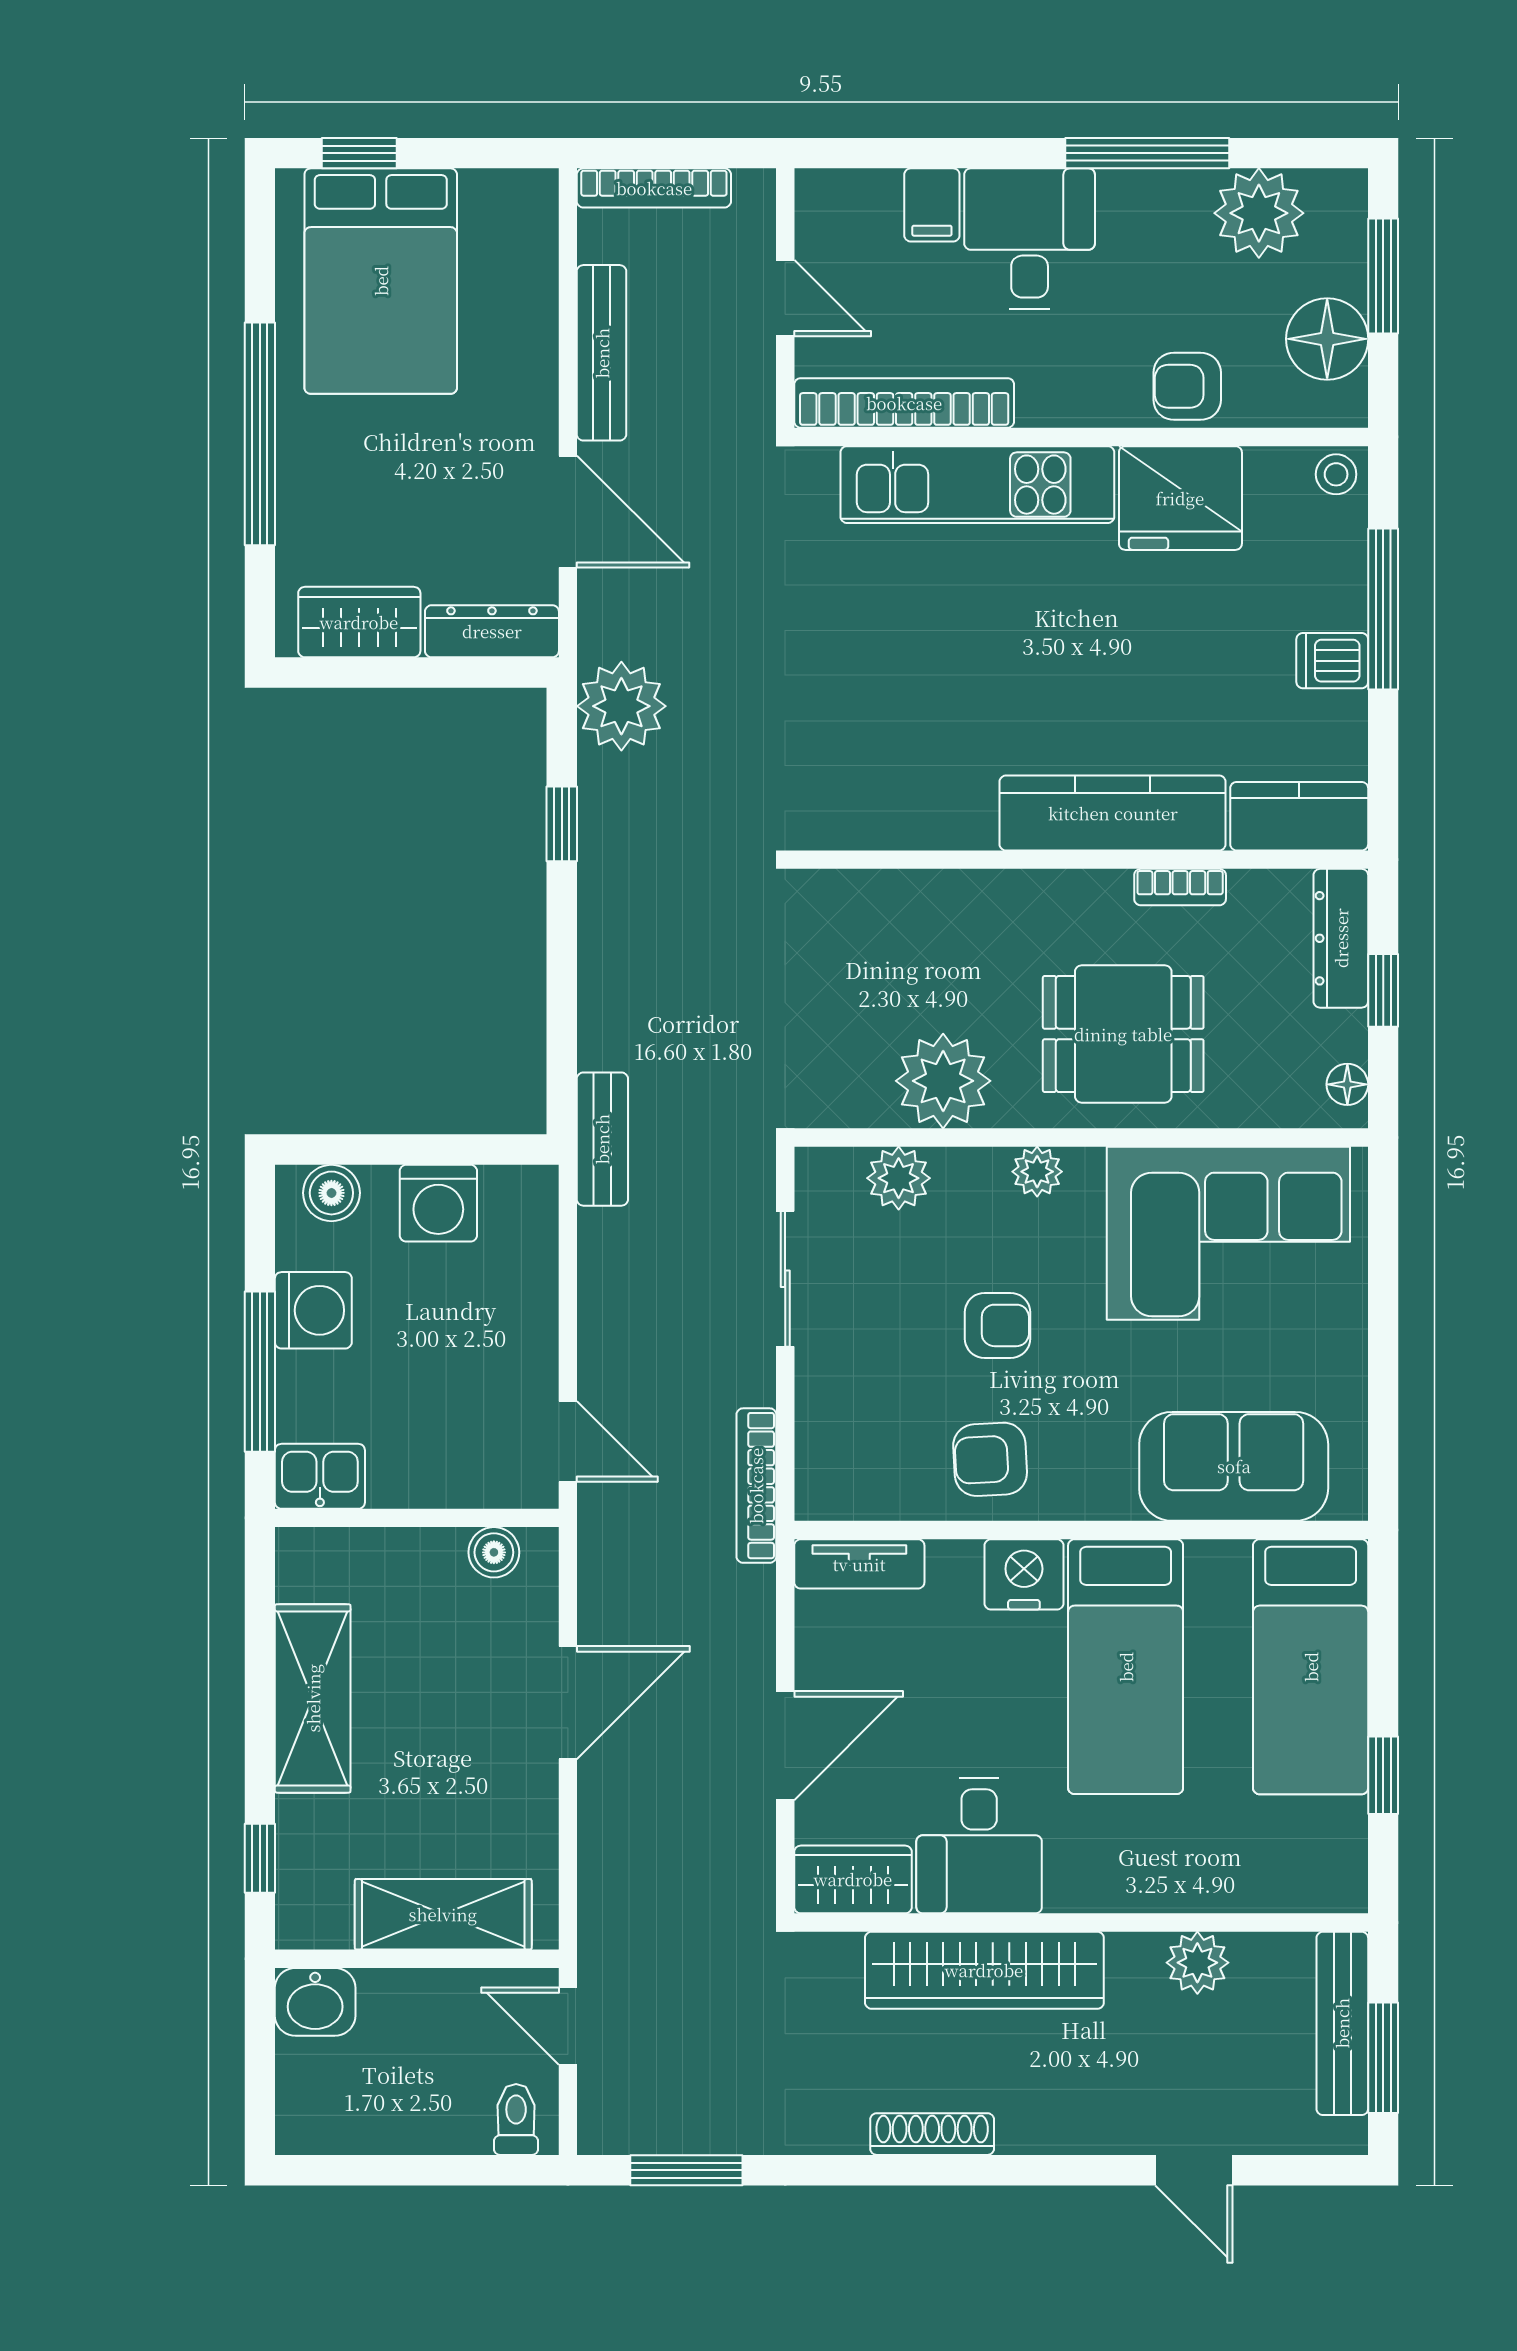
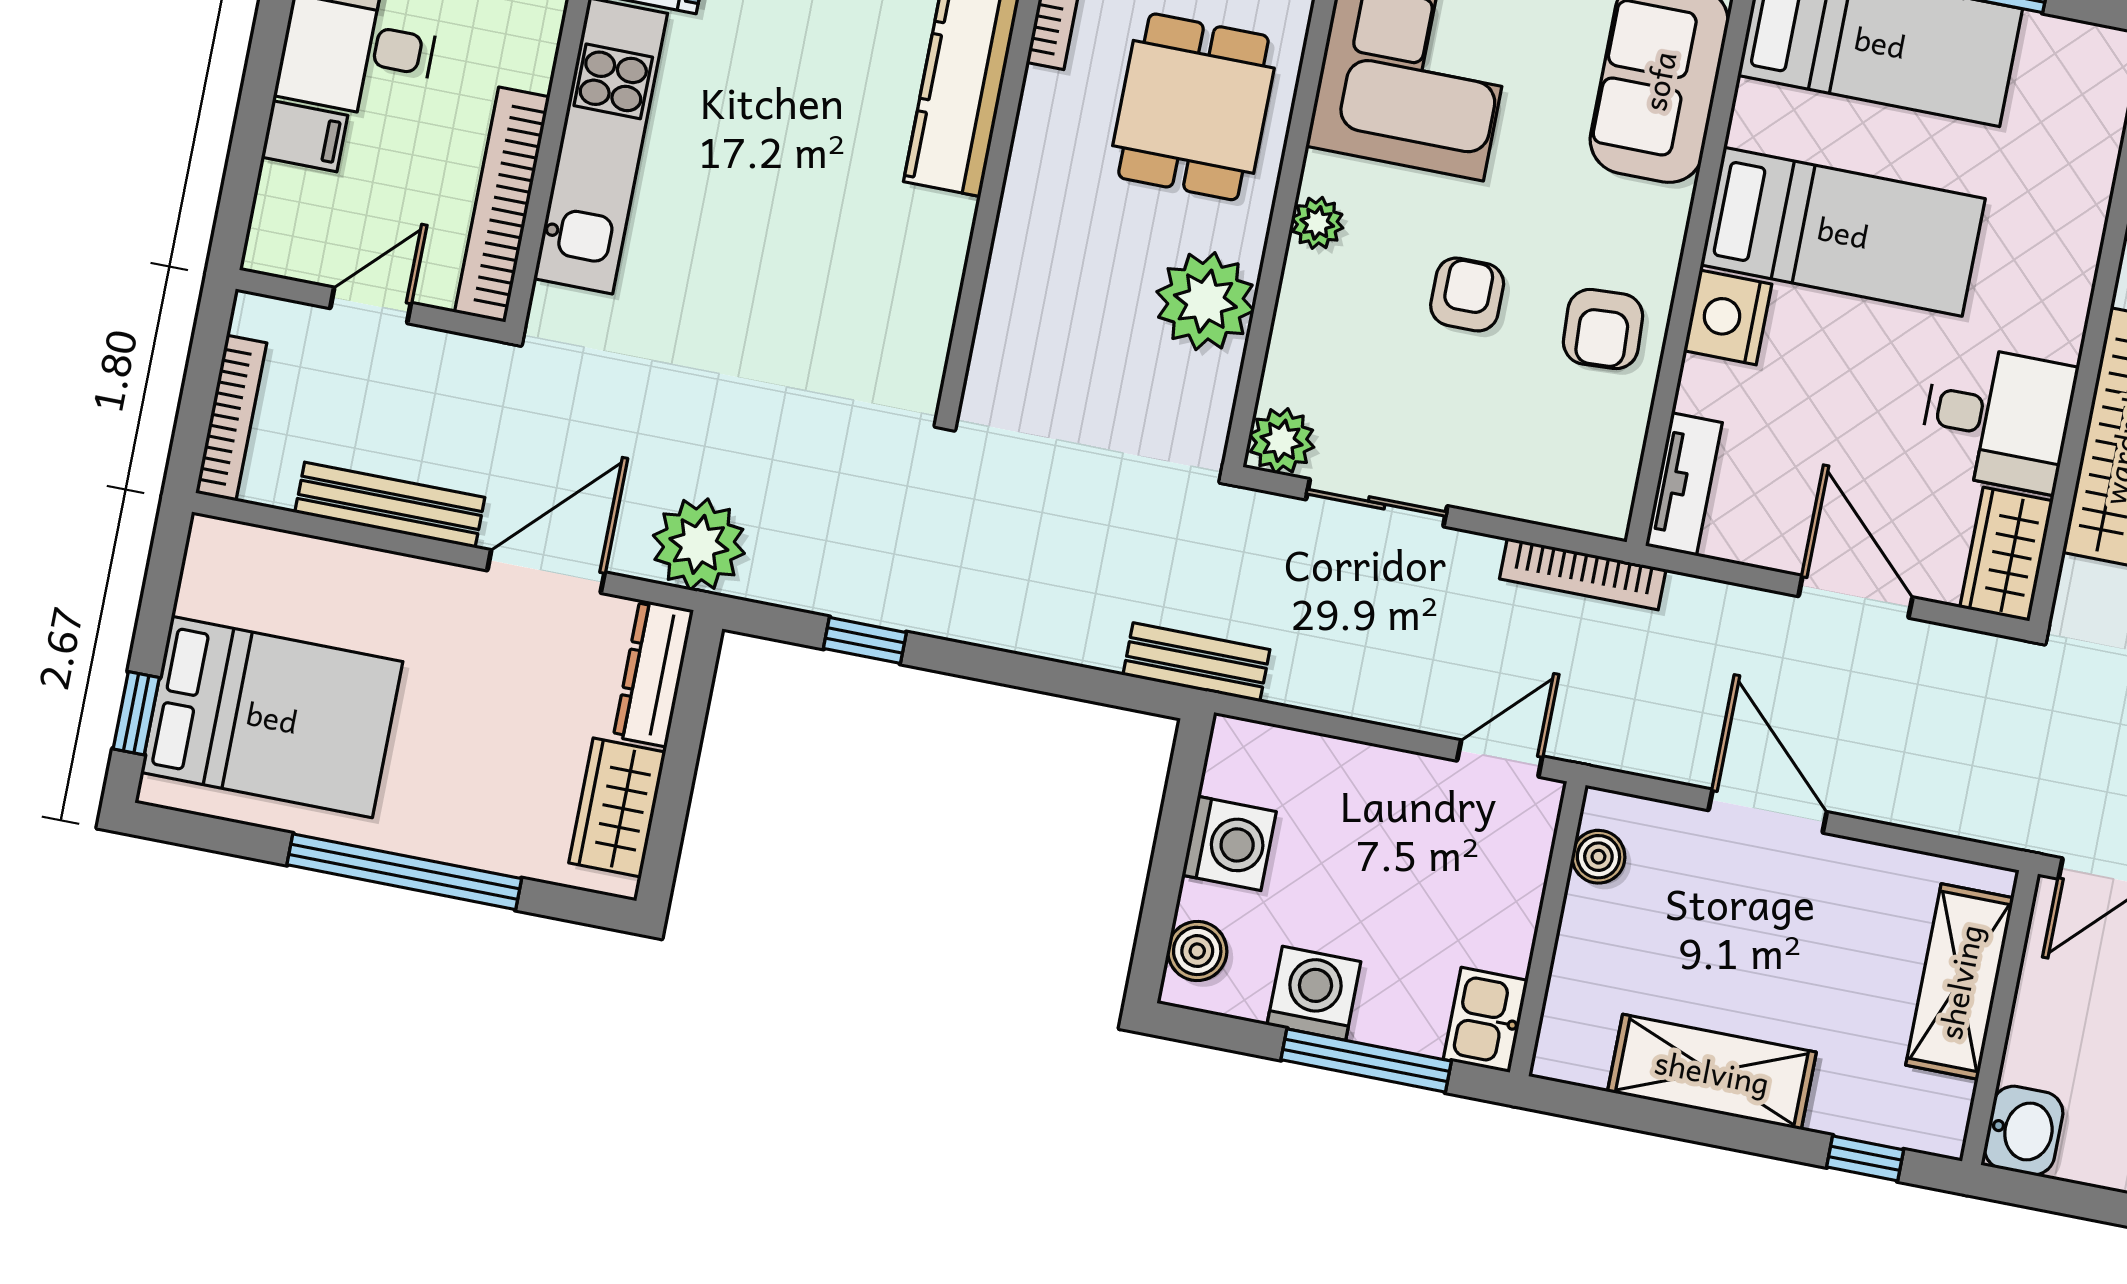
plant: (621, 706) -> (699, 544), moved
plant: (899, 1178) -> (1282, 441), moved

